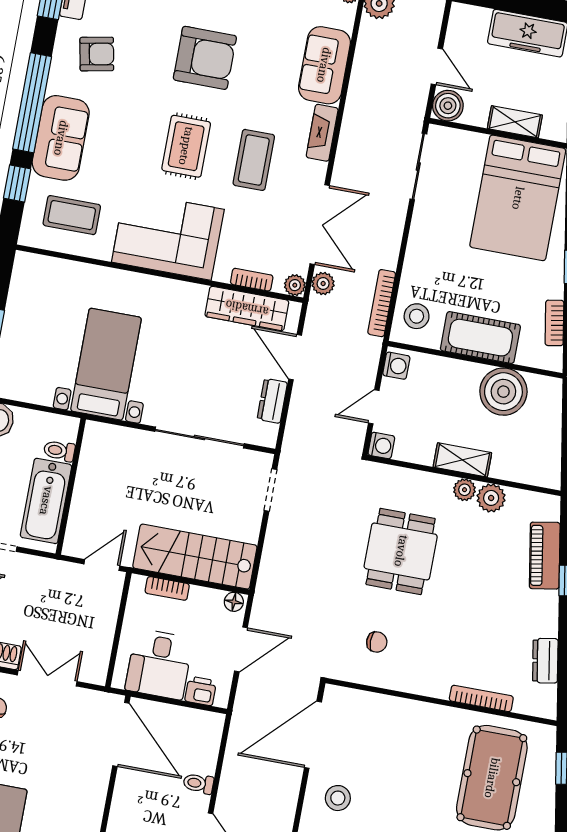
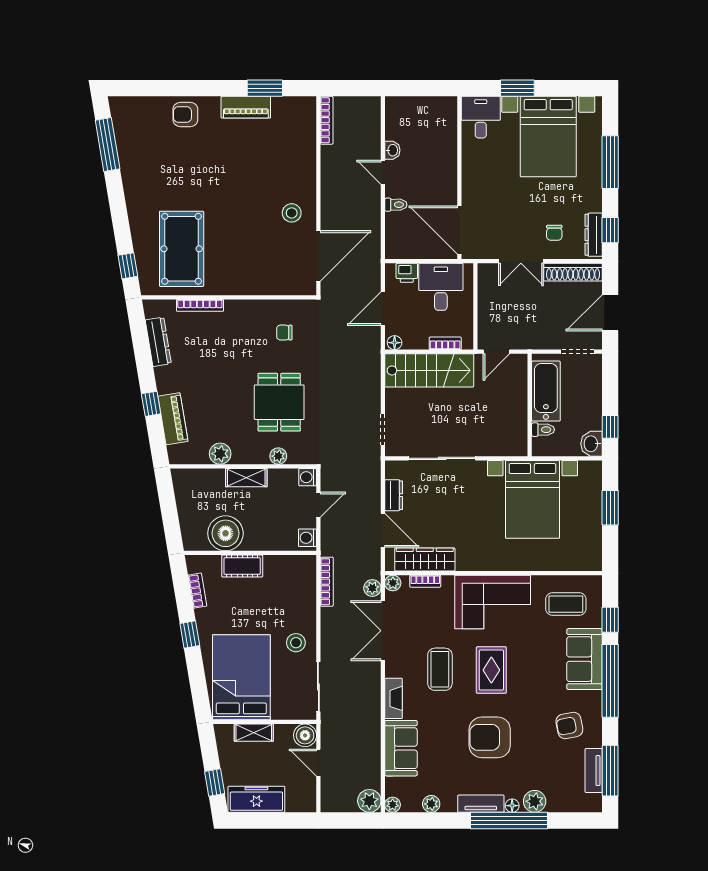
stool: (417, 316) -> (296, 643), moved
cot: (480, 338) -> (242, 566), width x0.73, depth x0.75
bed with nightstands: (106, 364) -> (532, 499), width x1.36
plant: (465, 490) -> (278, 456), moved
dresser: (545, 661) -> (158, 342), width x1.44

